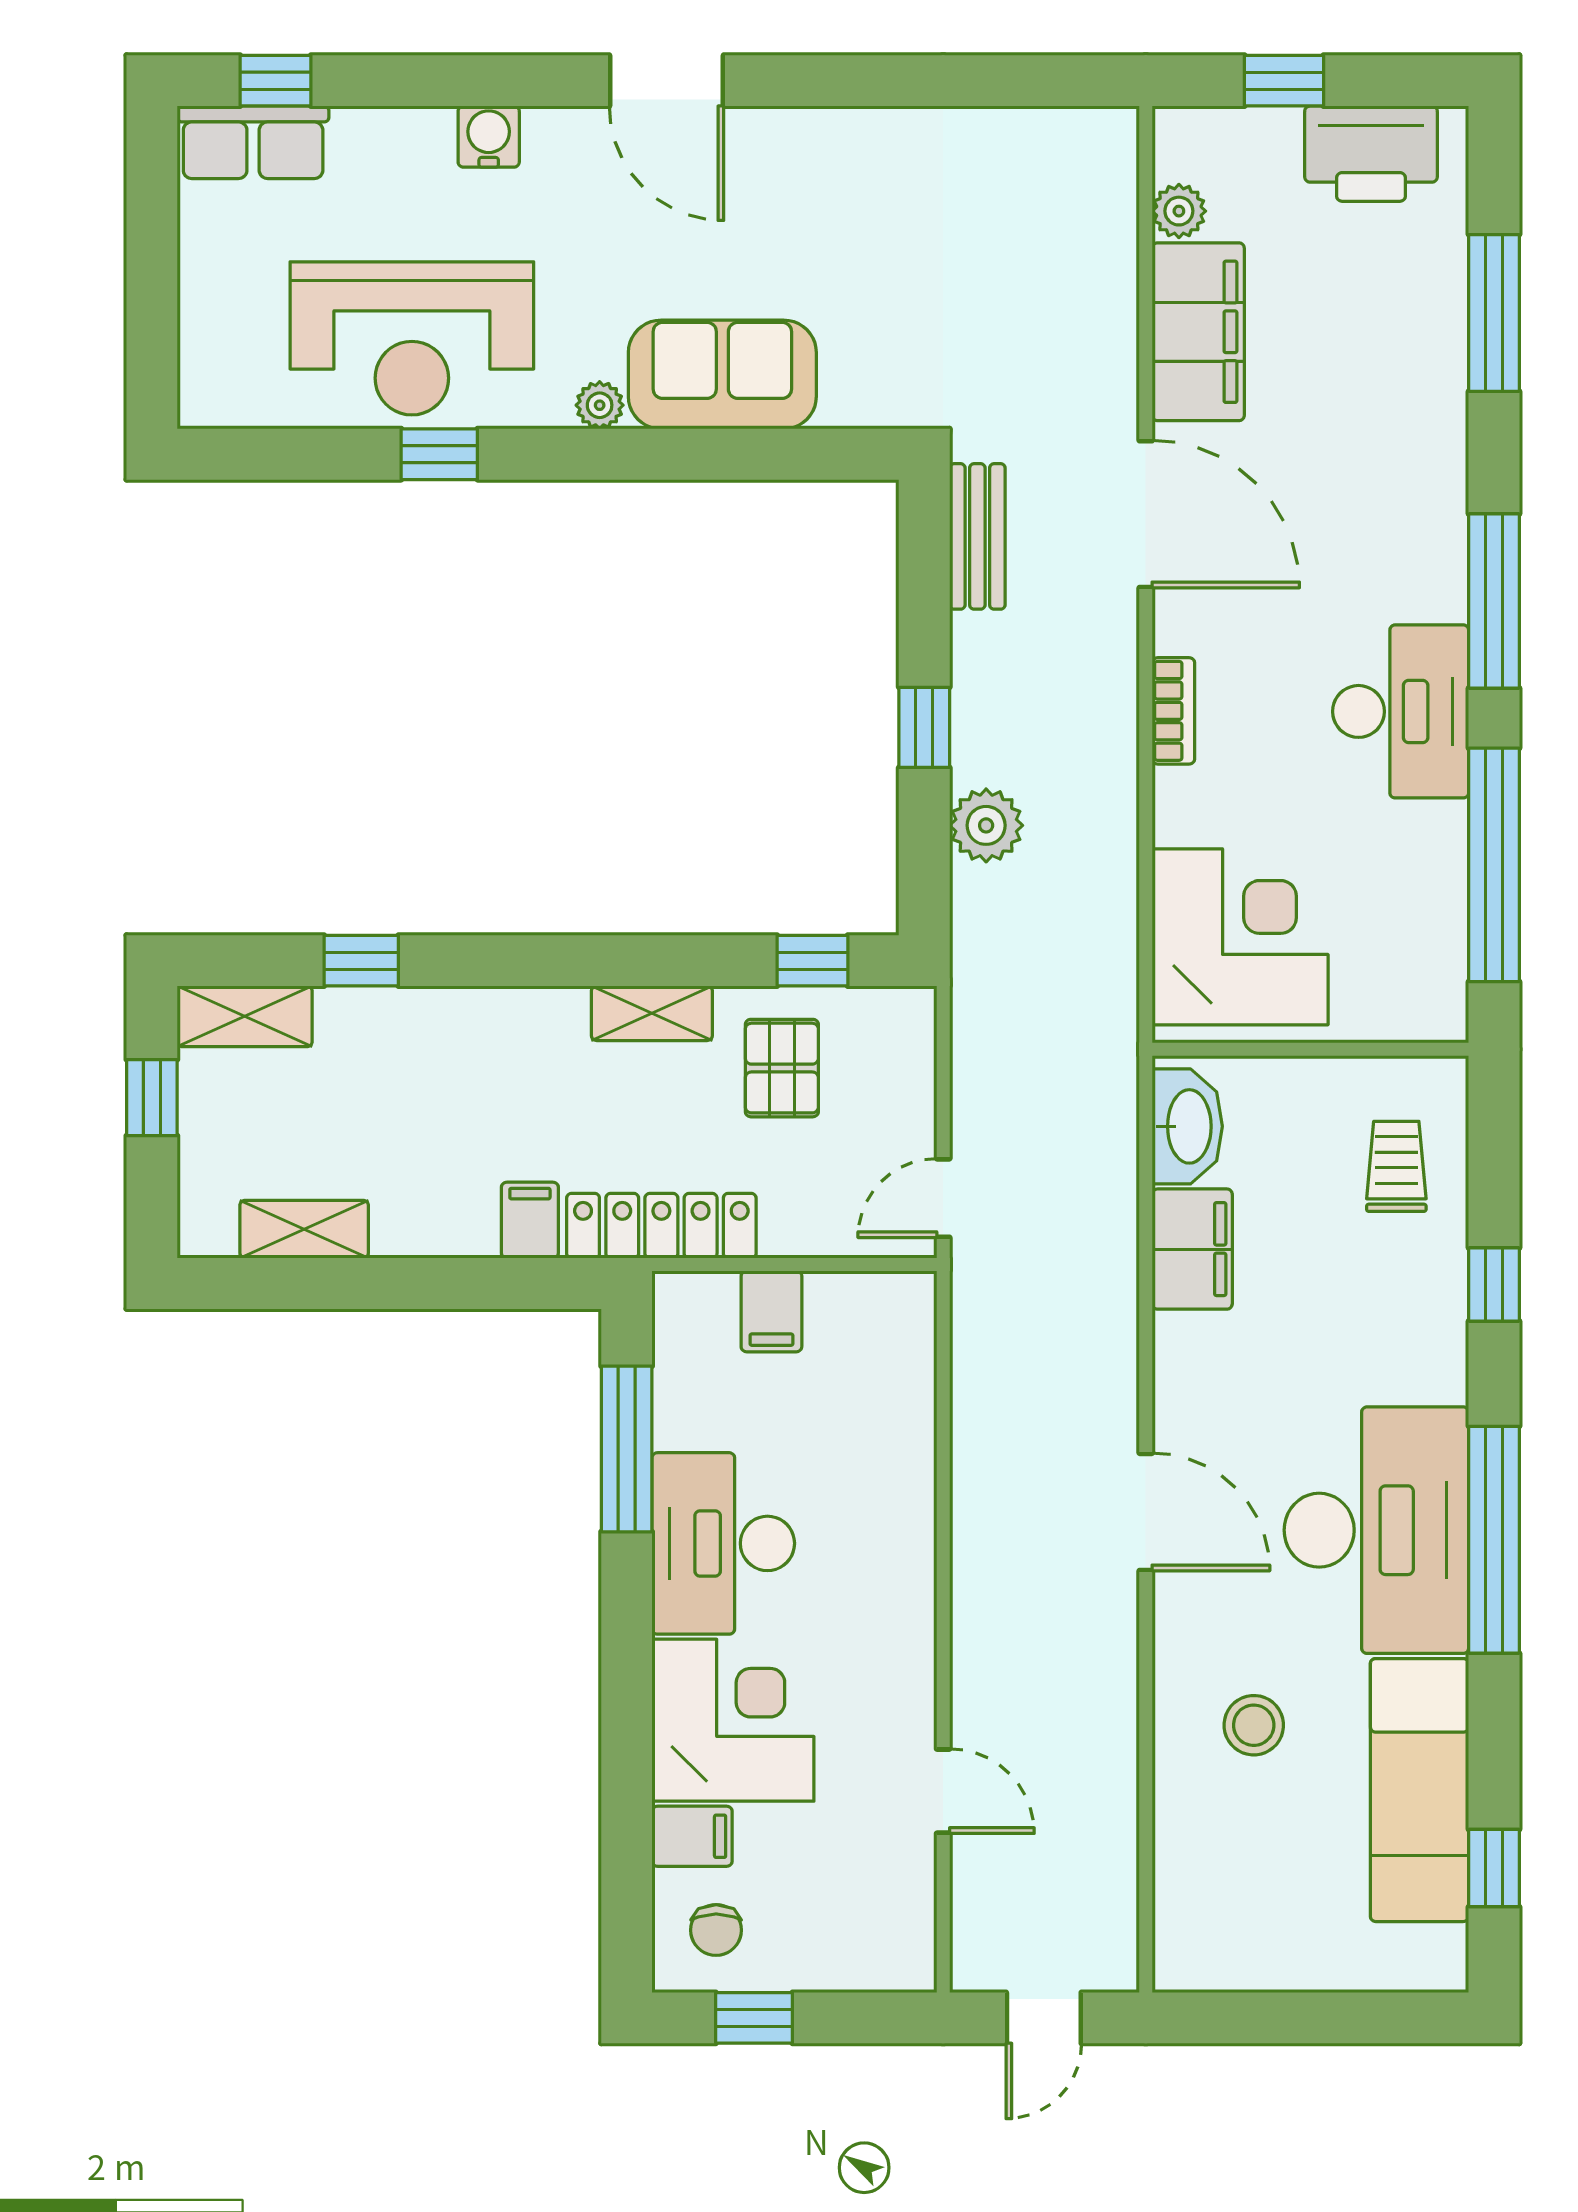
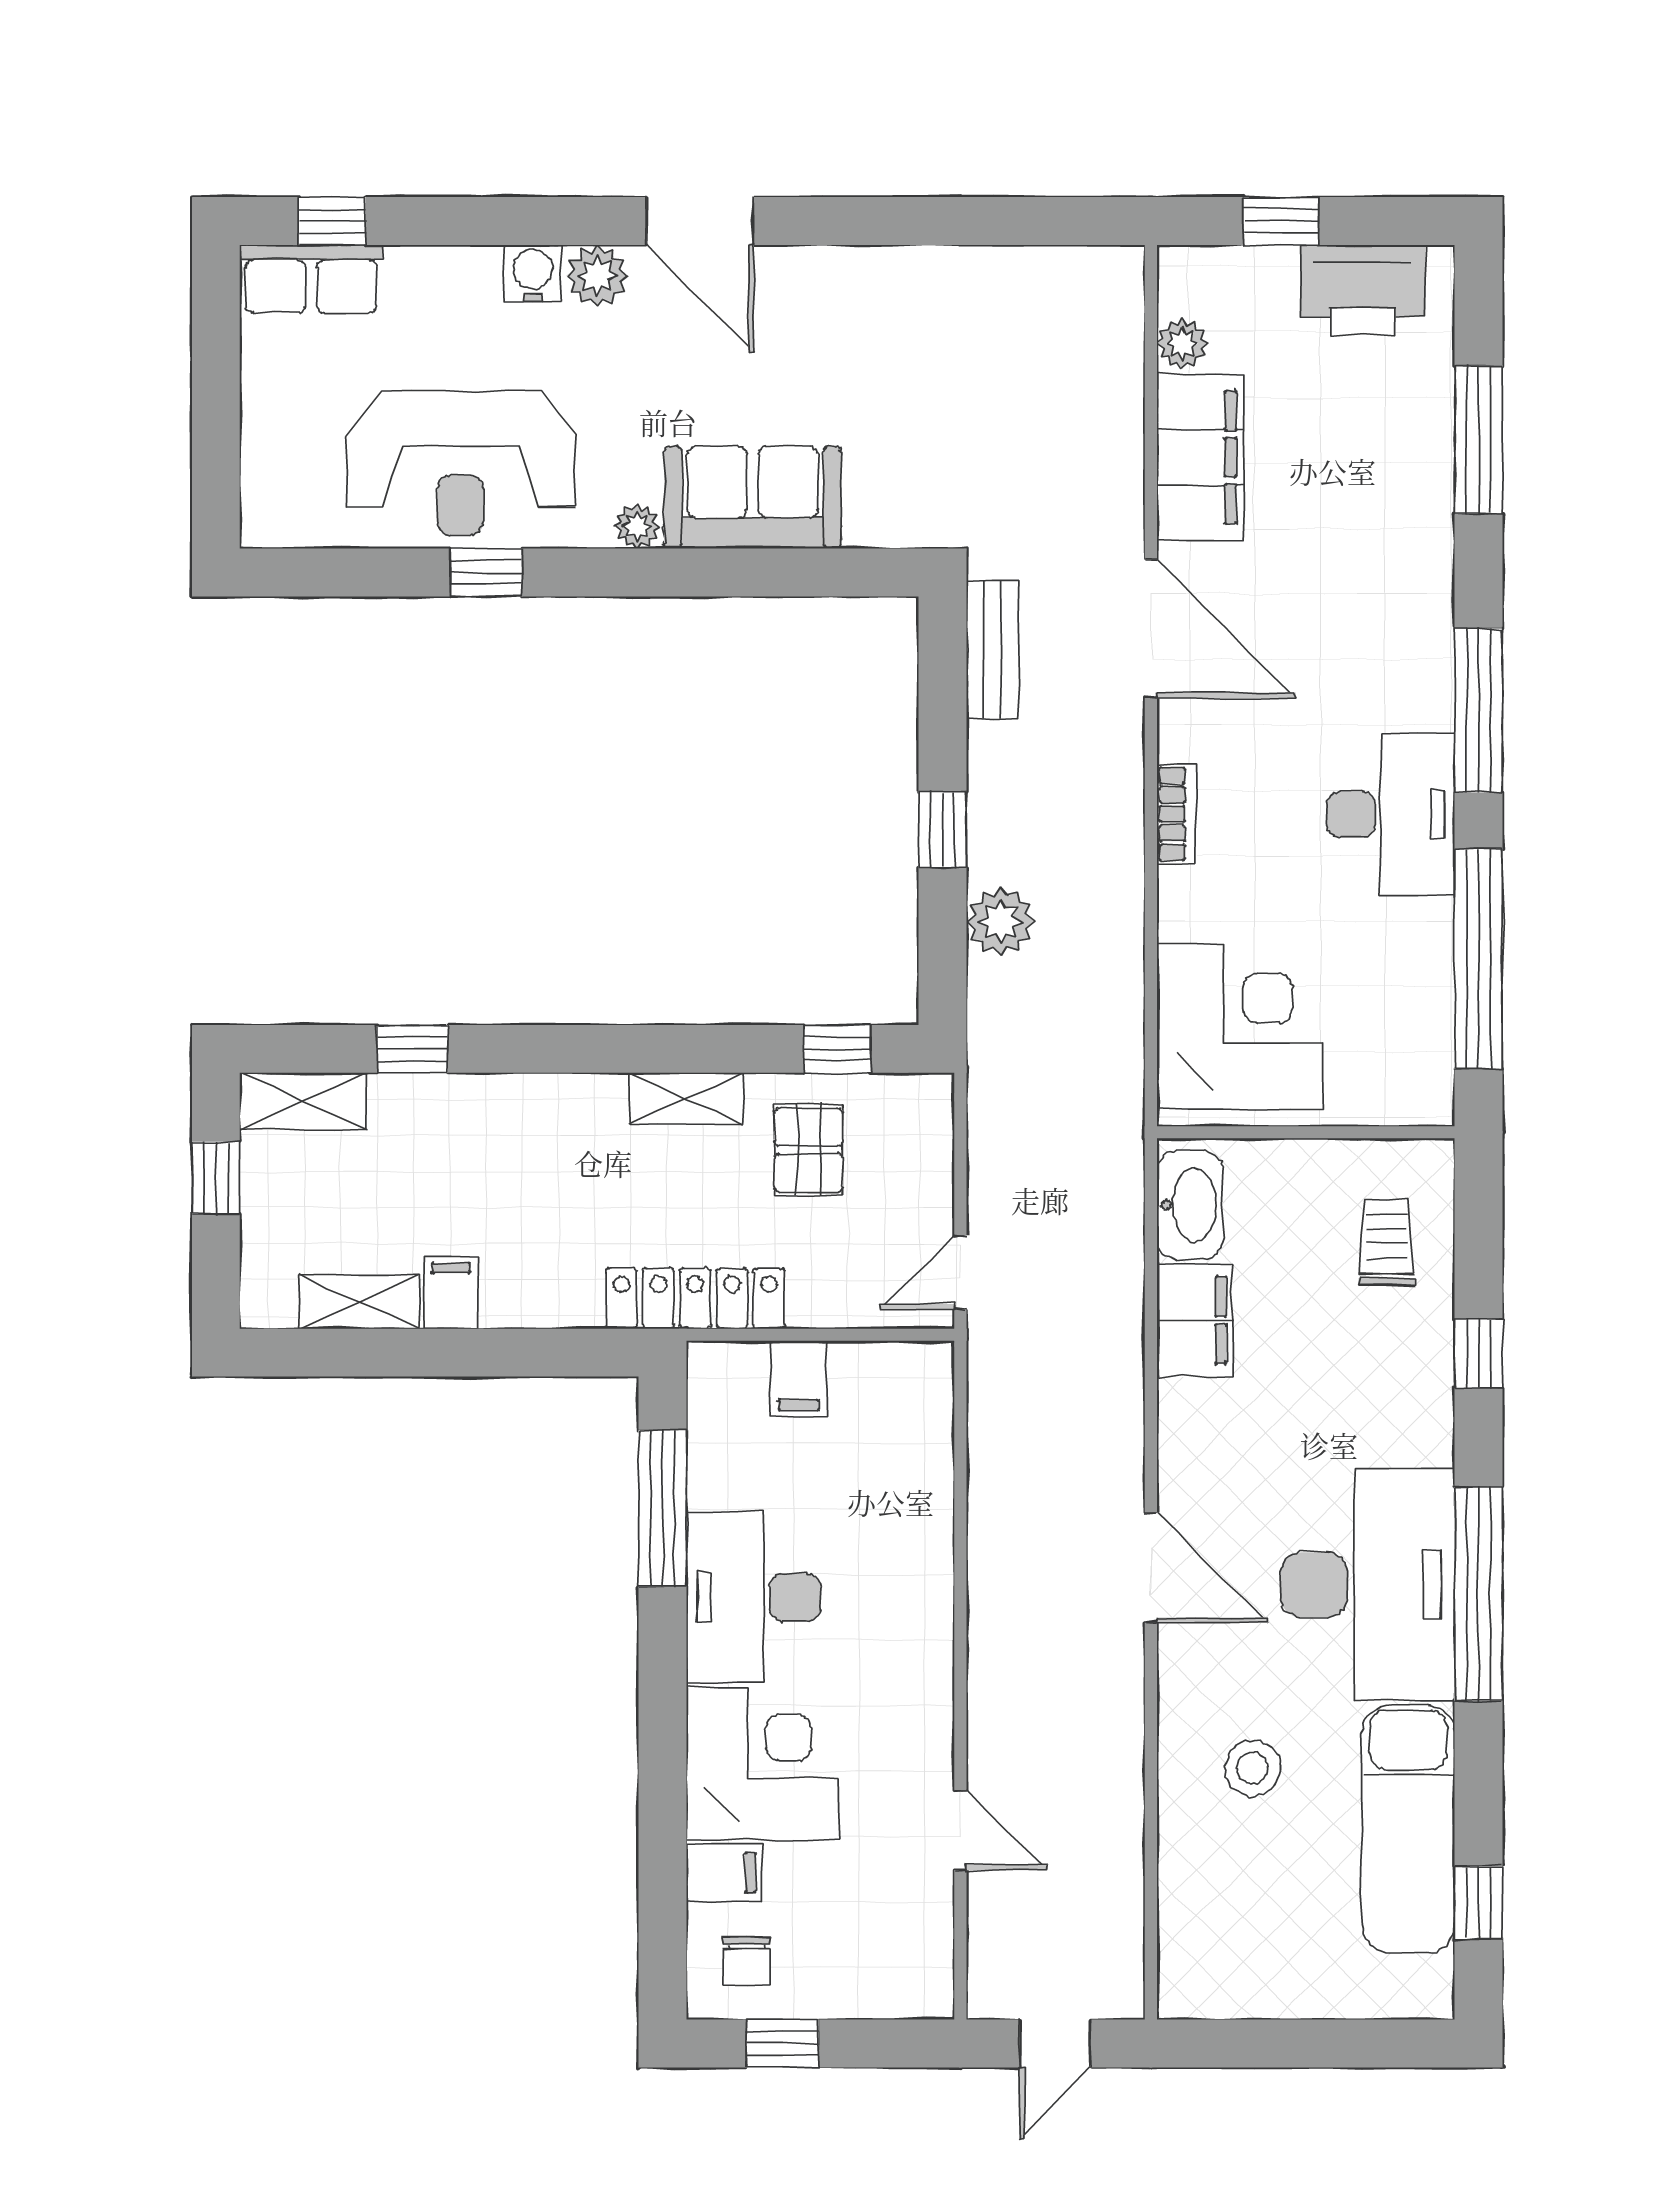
plant: (557, 139) -> (597, 276), added
filing cabinet: (530, 1220) -> (451, 1293), moved

